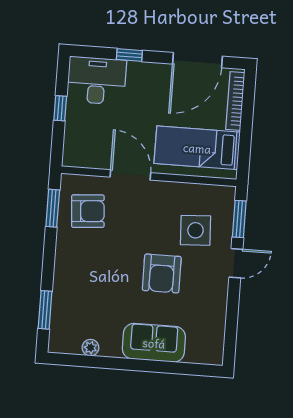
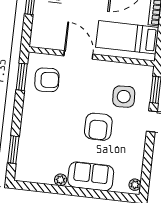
plant: (90, 348) -> (61, 180), moved
plant: (216, 352) -> (135, 185), added

